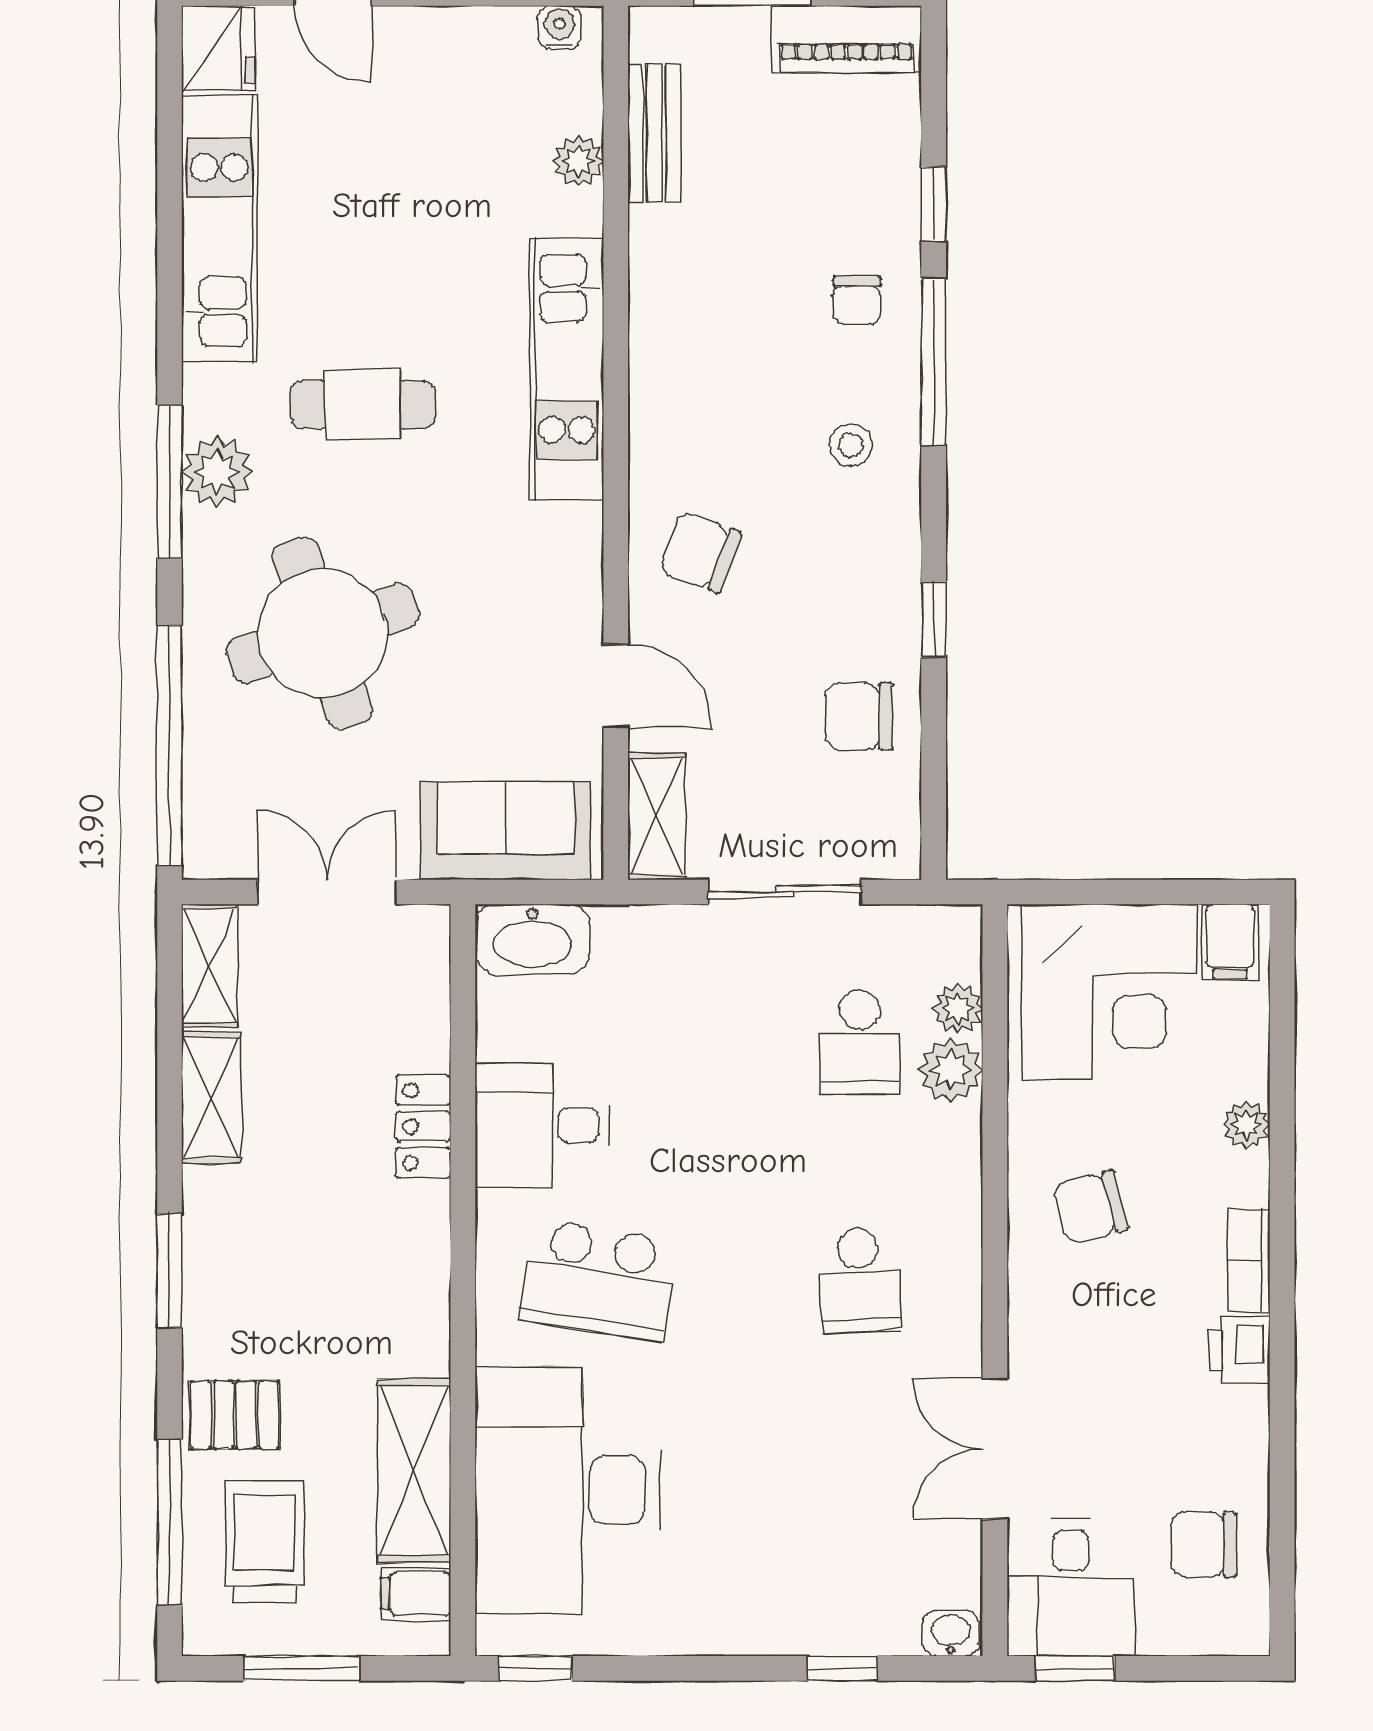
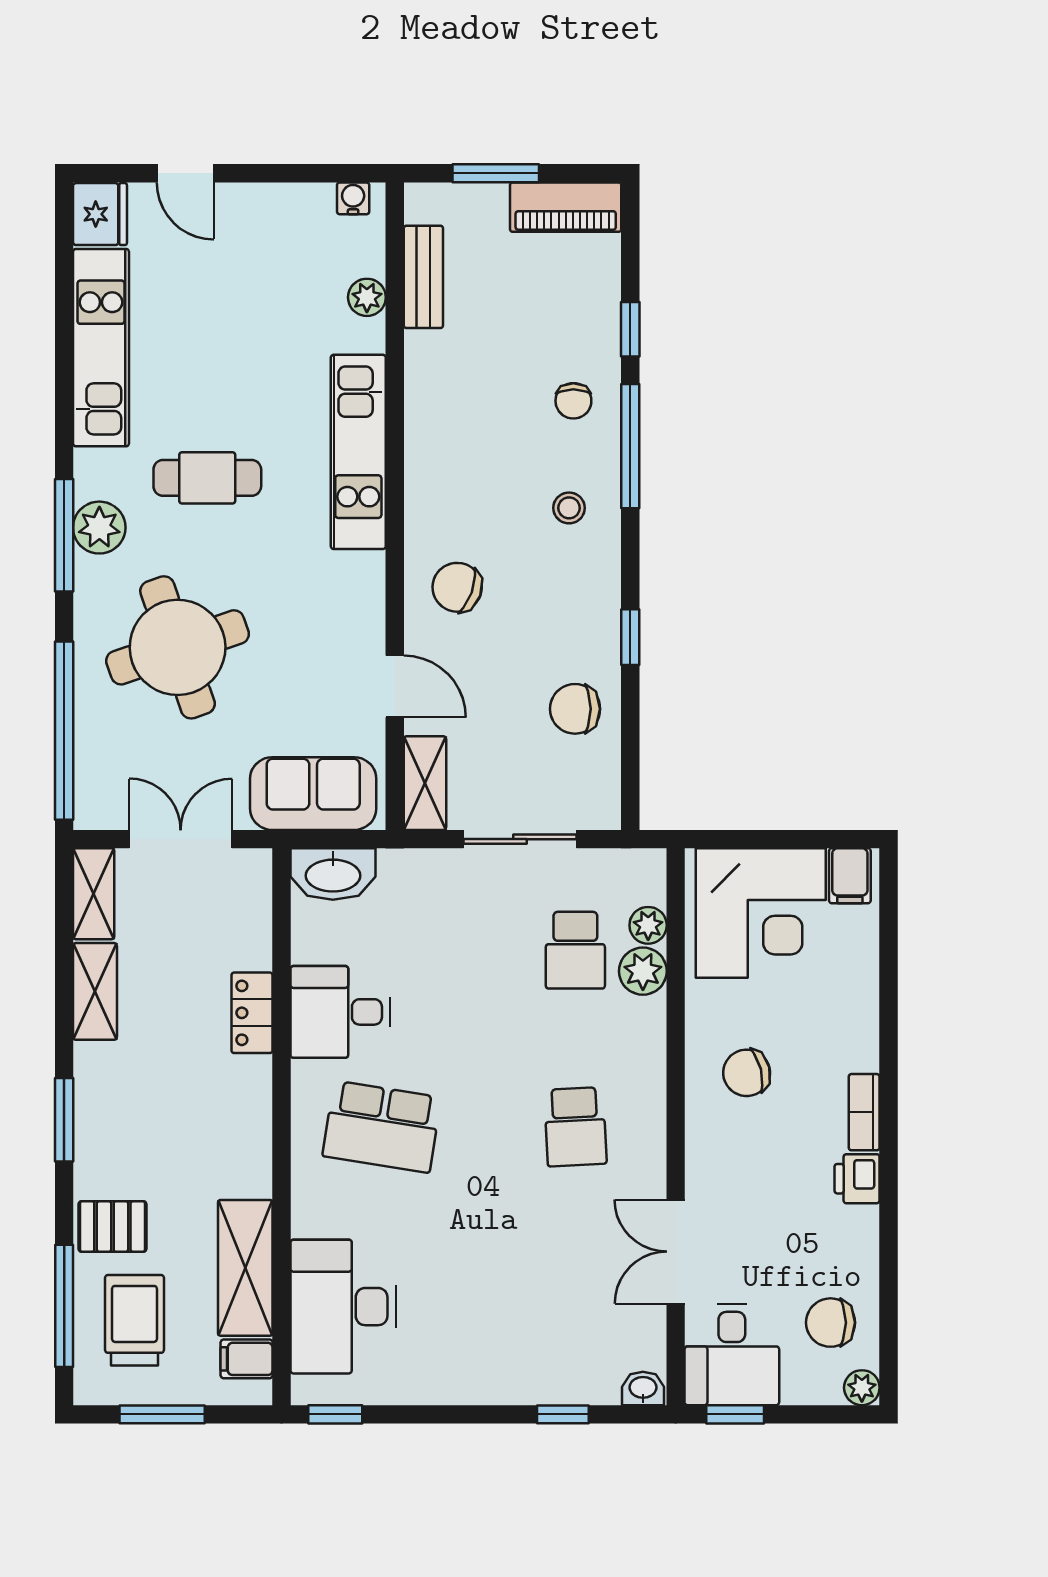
plant: (1246, 1125) -> (862, 1388), moved
desk: (567, 1490) -> (343, 1307), width x0.73, depth x0.77

